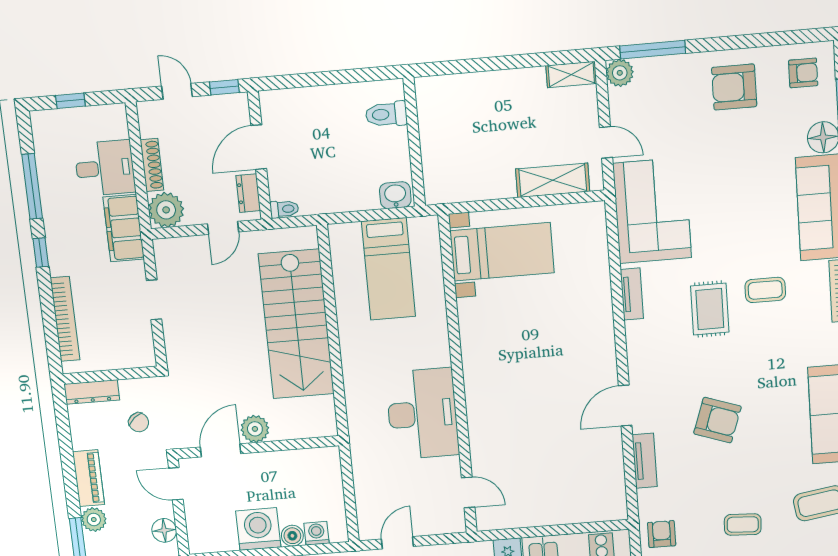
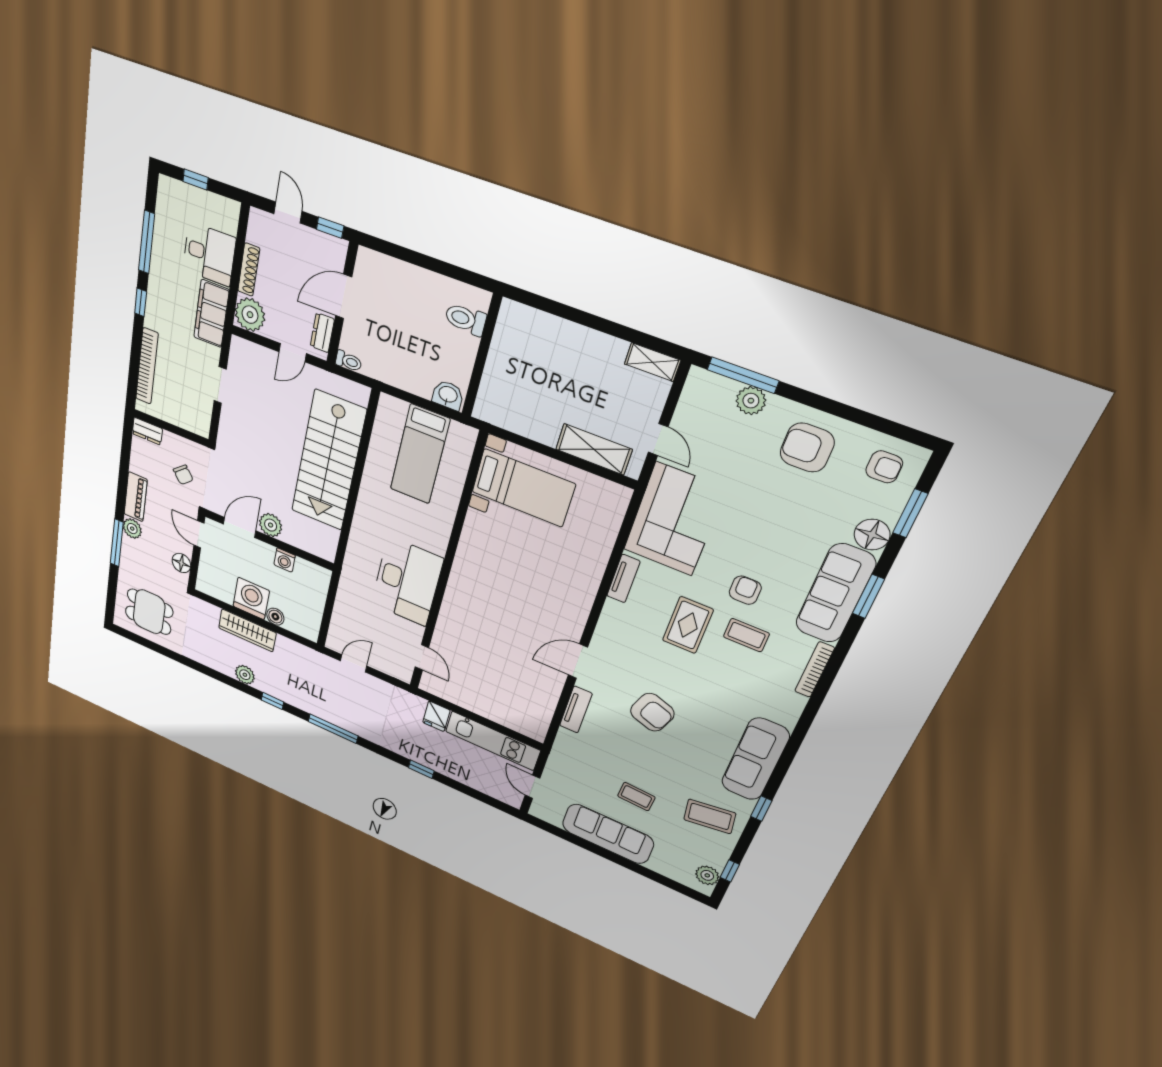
plant: (620, 73) -> (751, 401), moved
dresser: (92, 392) -> (147, 431), width x0.70
washing machine: (316, 533) -> (285, 560), moved, turned 180
armchair: (662, 534) -> (745, 590), moved

